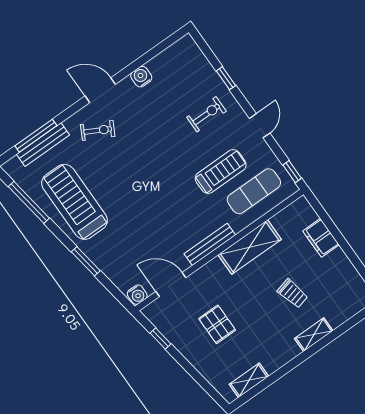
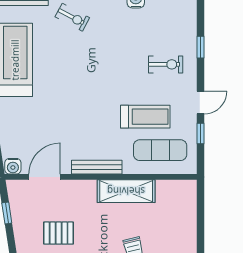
window: (292, 172) -> (201, 133), moved
filing cabinet: (321, 238) -> (187, 223), removed
door: (171, 285) -> (45, 177), hinge flipped
pallet: (217, 324) -> (59, 233), turned 90

